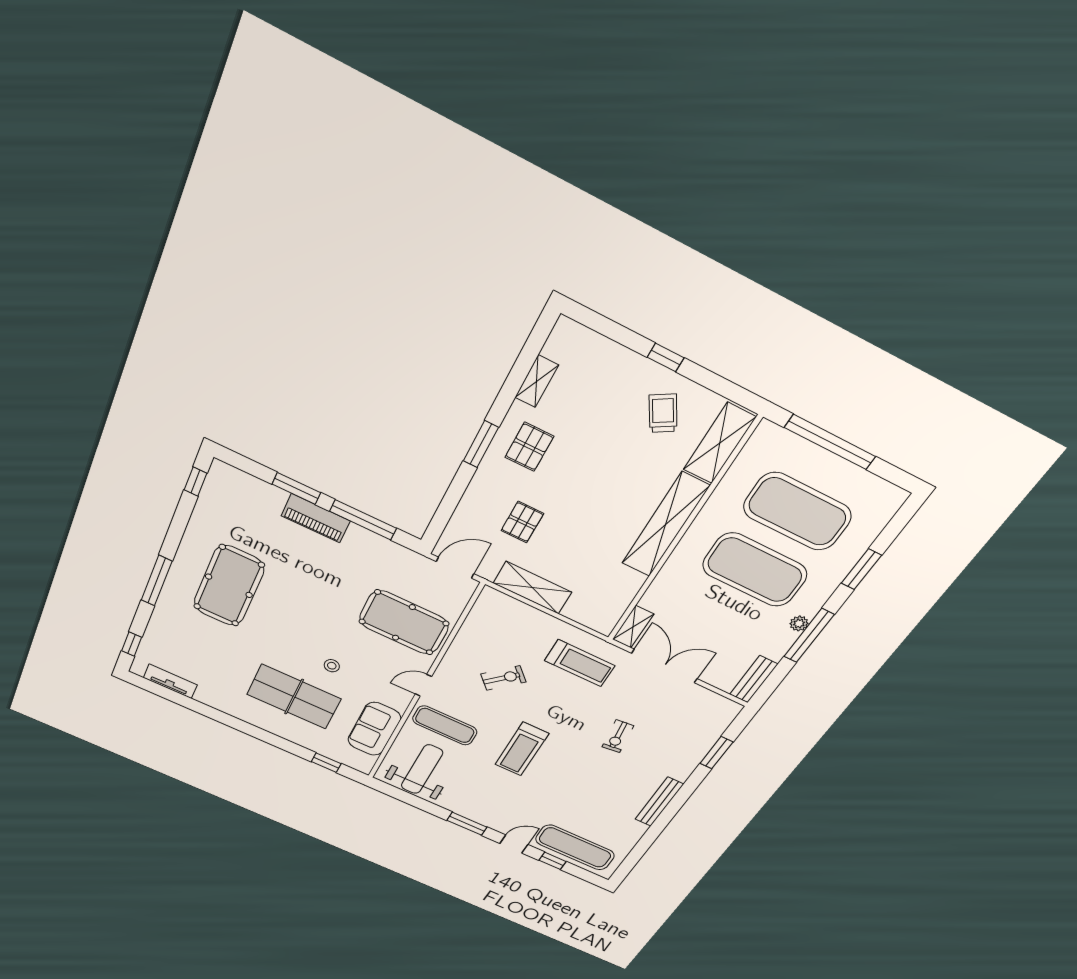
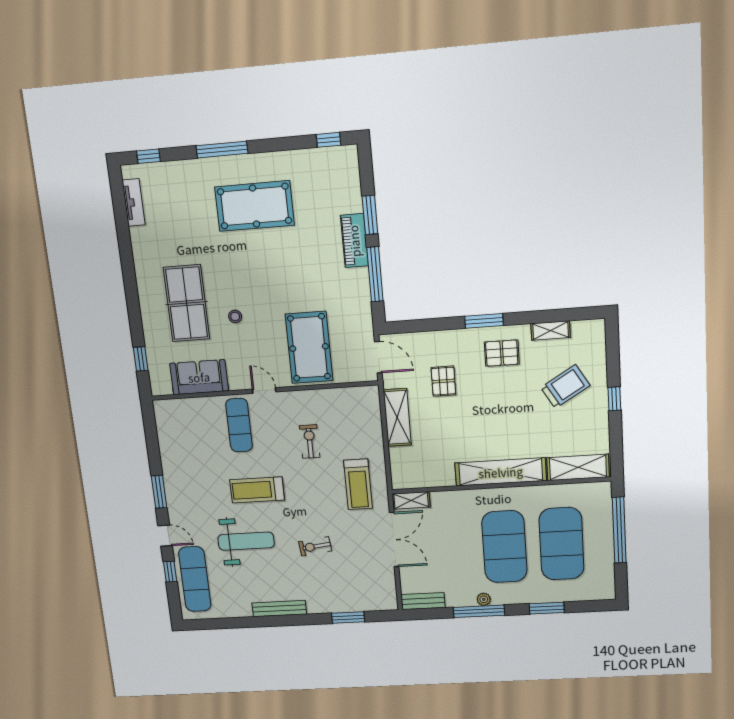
trolley: (663, 413) -> (565, 386), moved, width x1.36, depth x1.39
pallet: (522, 522) -> (443, 381), turned 90
exercise bike: (503, 678) -> (310, 441), turned -136
weight bench: (422, 769) -> (246, 541), moved

